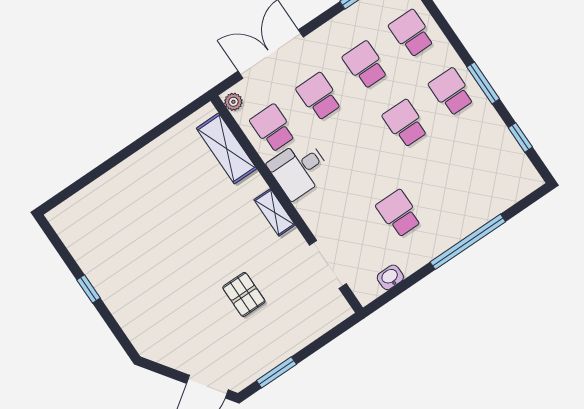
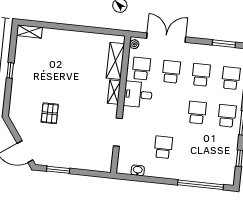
shelving: (69, 210) -> (29, 31), added
shelving: (275, 212) -> (114, 92), moved
window: (468, 242) -> (201, 185), moved
doorway: (328, 264) -> (118, 132), moved
pallet: (244, 294) -> (50, 113), moved

